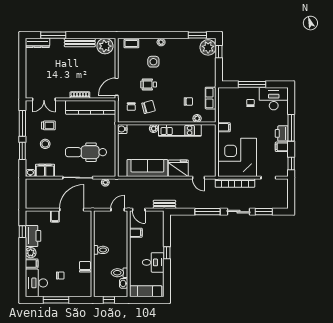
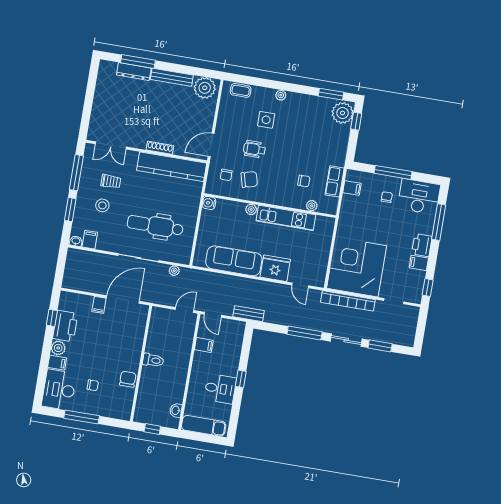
dresser: (38, 43) -> (134, 72), moved
filing cabinet: (224, 127) -> (352, 188), moved
window: (291, 128) -> (439, 222), moved
filing cabinet: (45, 170) -> (90, 240), width x0.50
toilet: (120, 273) -> (173, 395), removed

